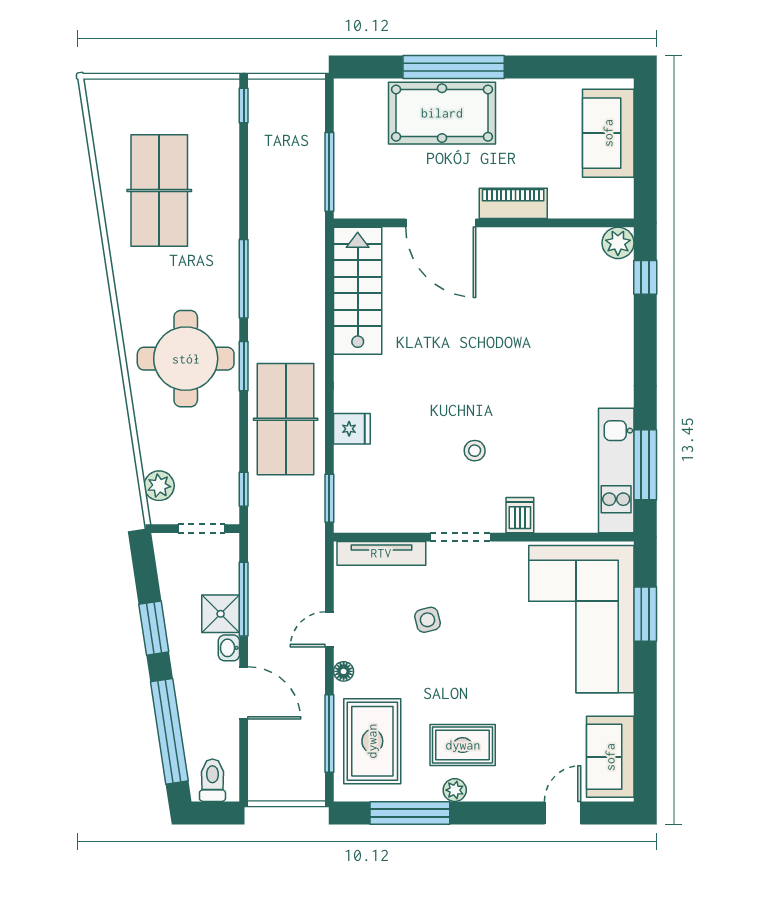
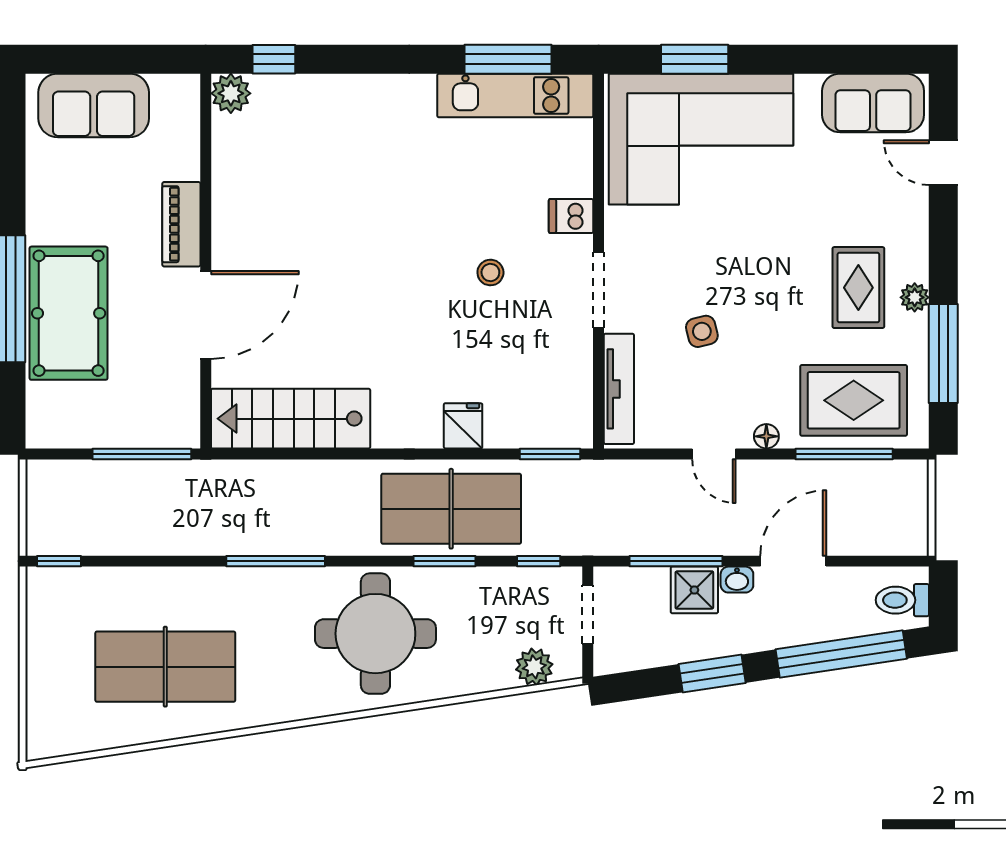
window: (244, 366) -> (445, 561), moved

